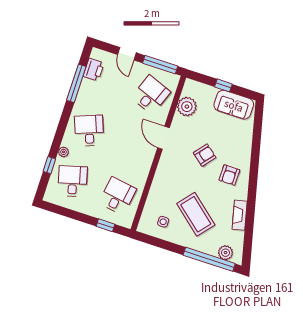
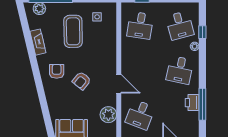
printer: (94, 70) -> (192, 103), moved
desk: (89, 131) -> (180, 70), turned 33
coffee table: (196, 214) -> (73, 31), turned 49

